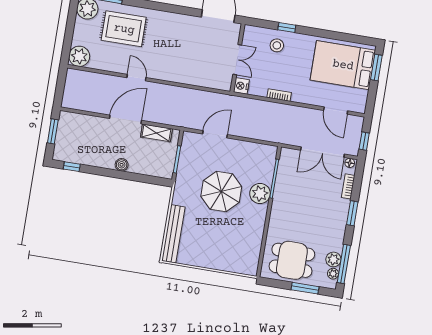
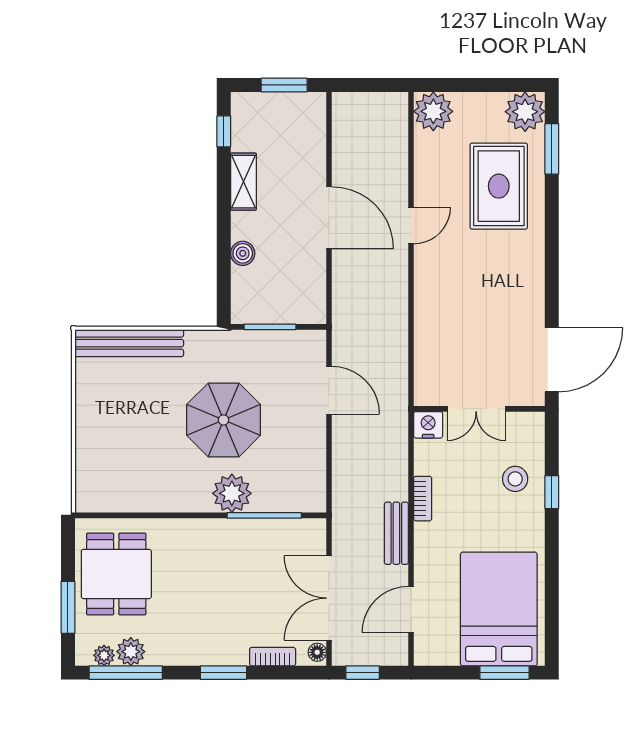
bench: (295, 112) -> (396, 533), added
shelving: (156, 133) -> (243, 182), moved
boiler: (122, 165) -> (243, 253), moved

